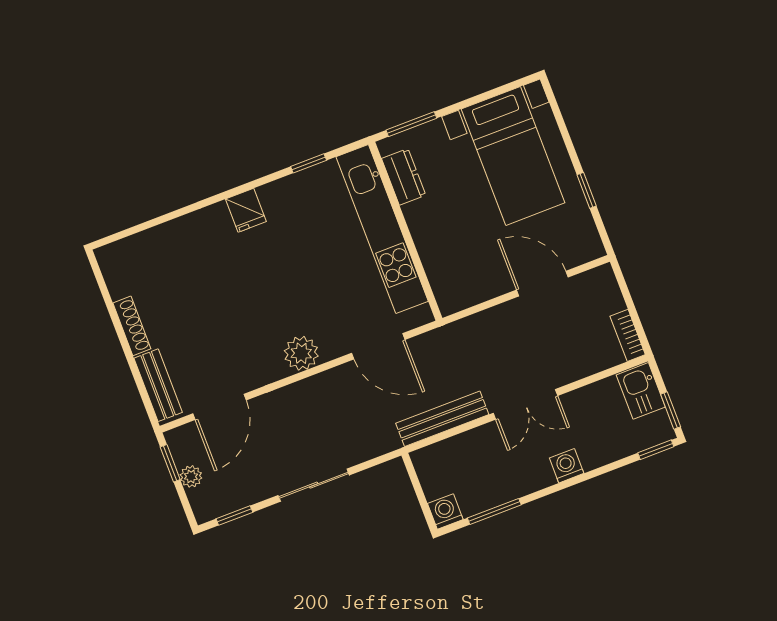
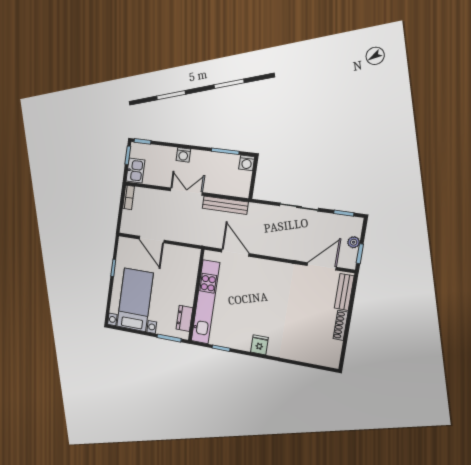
plant: (301, 353) -> (271, 269), removed

